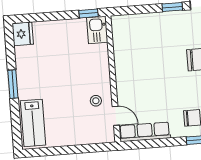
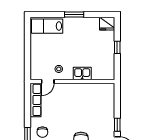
window: (89, 13) -> (117, 47), moved
kitchen sink: (97, 30) -> (82, 73), moved

